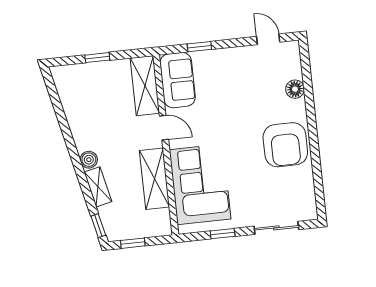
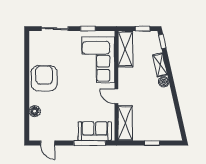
window: (199, 47) -> (90, 143), width x2.17
sofa: (178, 80) -> (95, 131), moved, turned 90
shelving: (155, 179) -> (125, 49), moved

